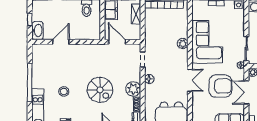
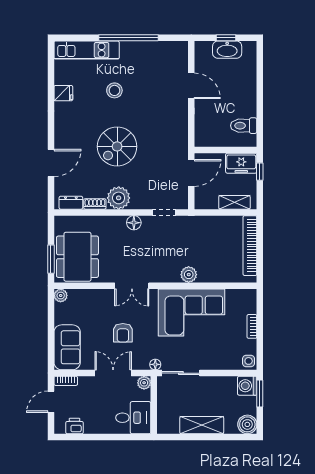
washbasin: (37, 31) -> (227, 50), moved
armchair: (220, 86) -> (123, 333), width x0.53, depth x0.53

